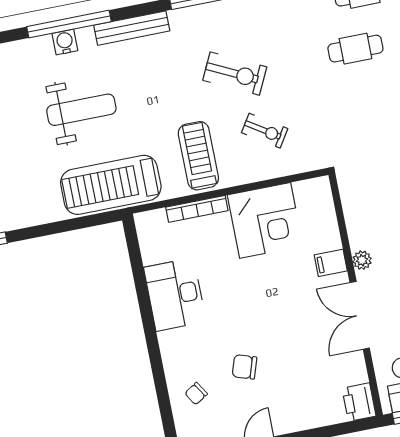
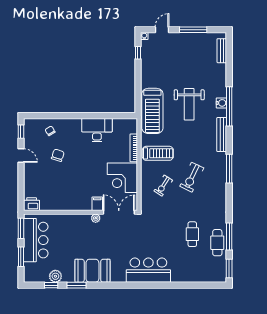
treadmill: (111, 185) -> (152, 111), turned 180
double door: (360, 315) -> (119, 212), moved

